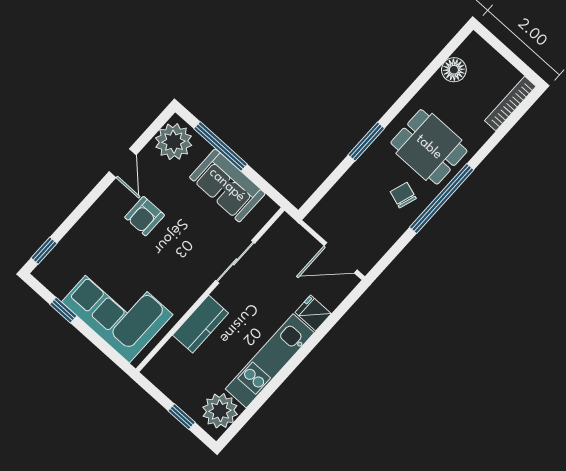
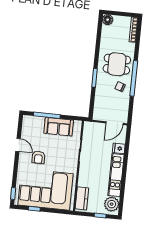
floor lamp: (454, 70) -> (108, 20), moved
plant: (174, 142) -> (30, 125), removed
corner sofa: (117, 308) -> (45, 189), width x1.36, depth x1.36
kitchen counter: (201, 324) -> (82, 198), moved

